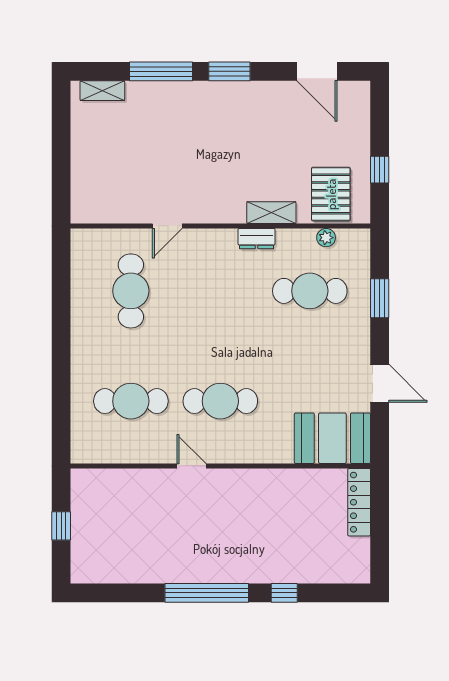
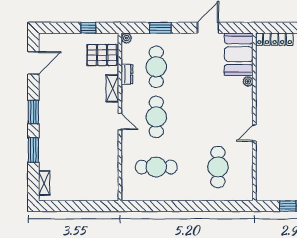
window: (161, 71) -> (33, 150), width x0.69
door: (167, 226) -> (120, 121), moved
plant: (326, 238) -> (126, 38), moved
dresser: (257, 239) -> (127, 74), moved
cafe table: (220, 401) -> (156, 117), moved
plant: (284, 455) -> (248, 81), added

